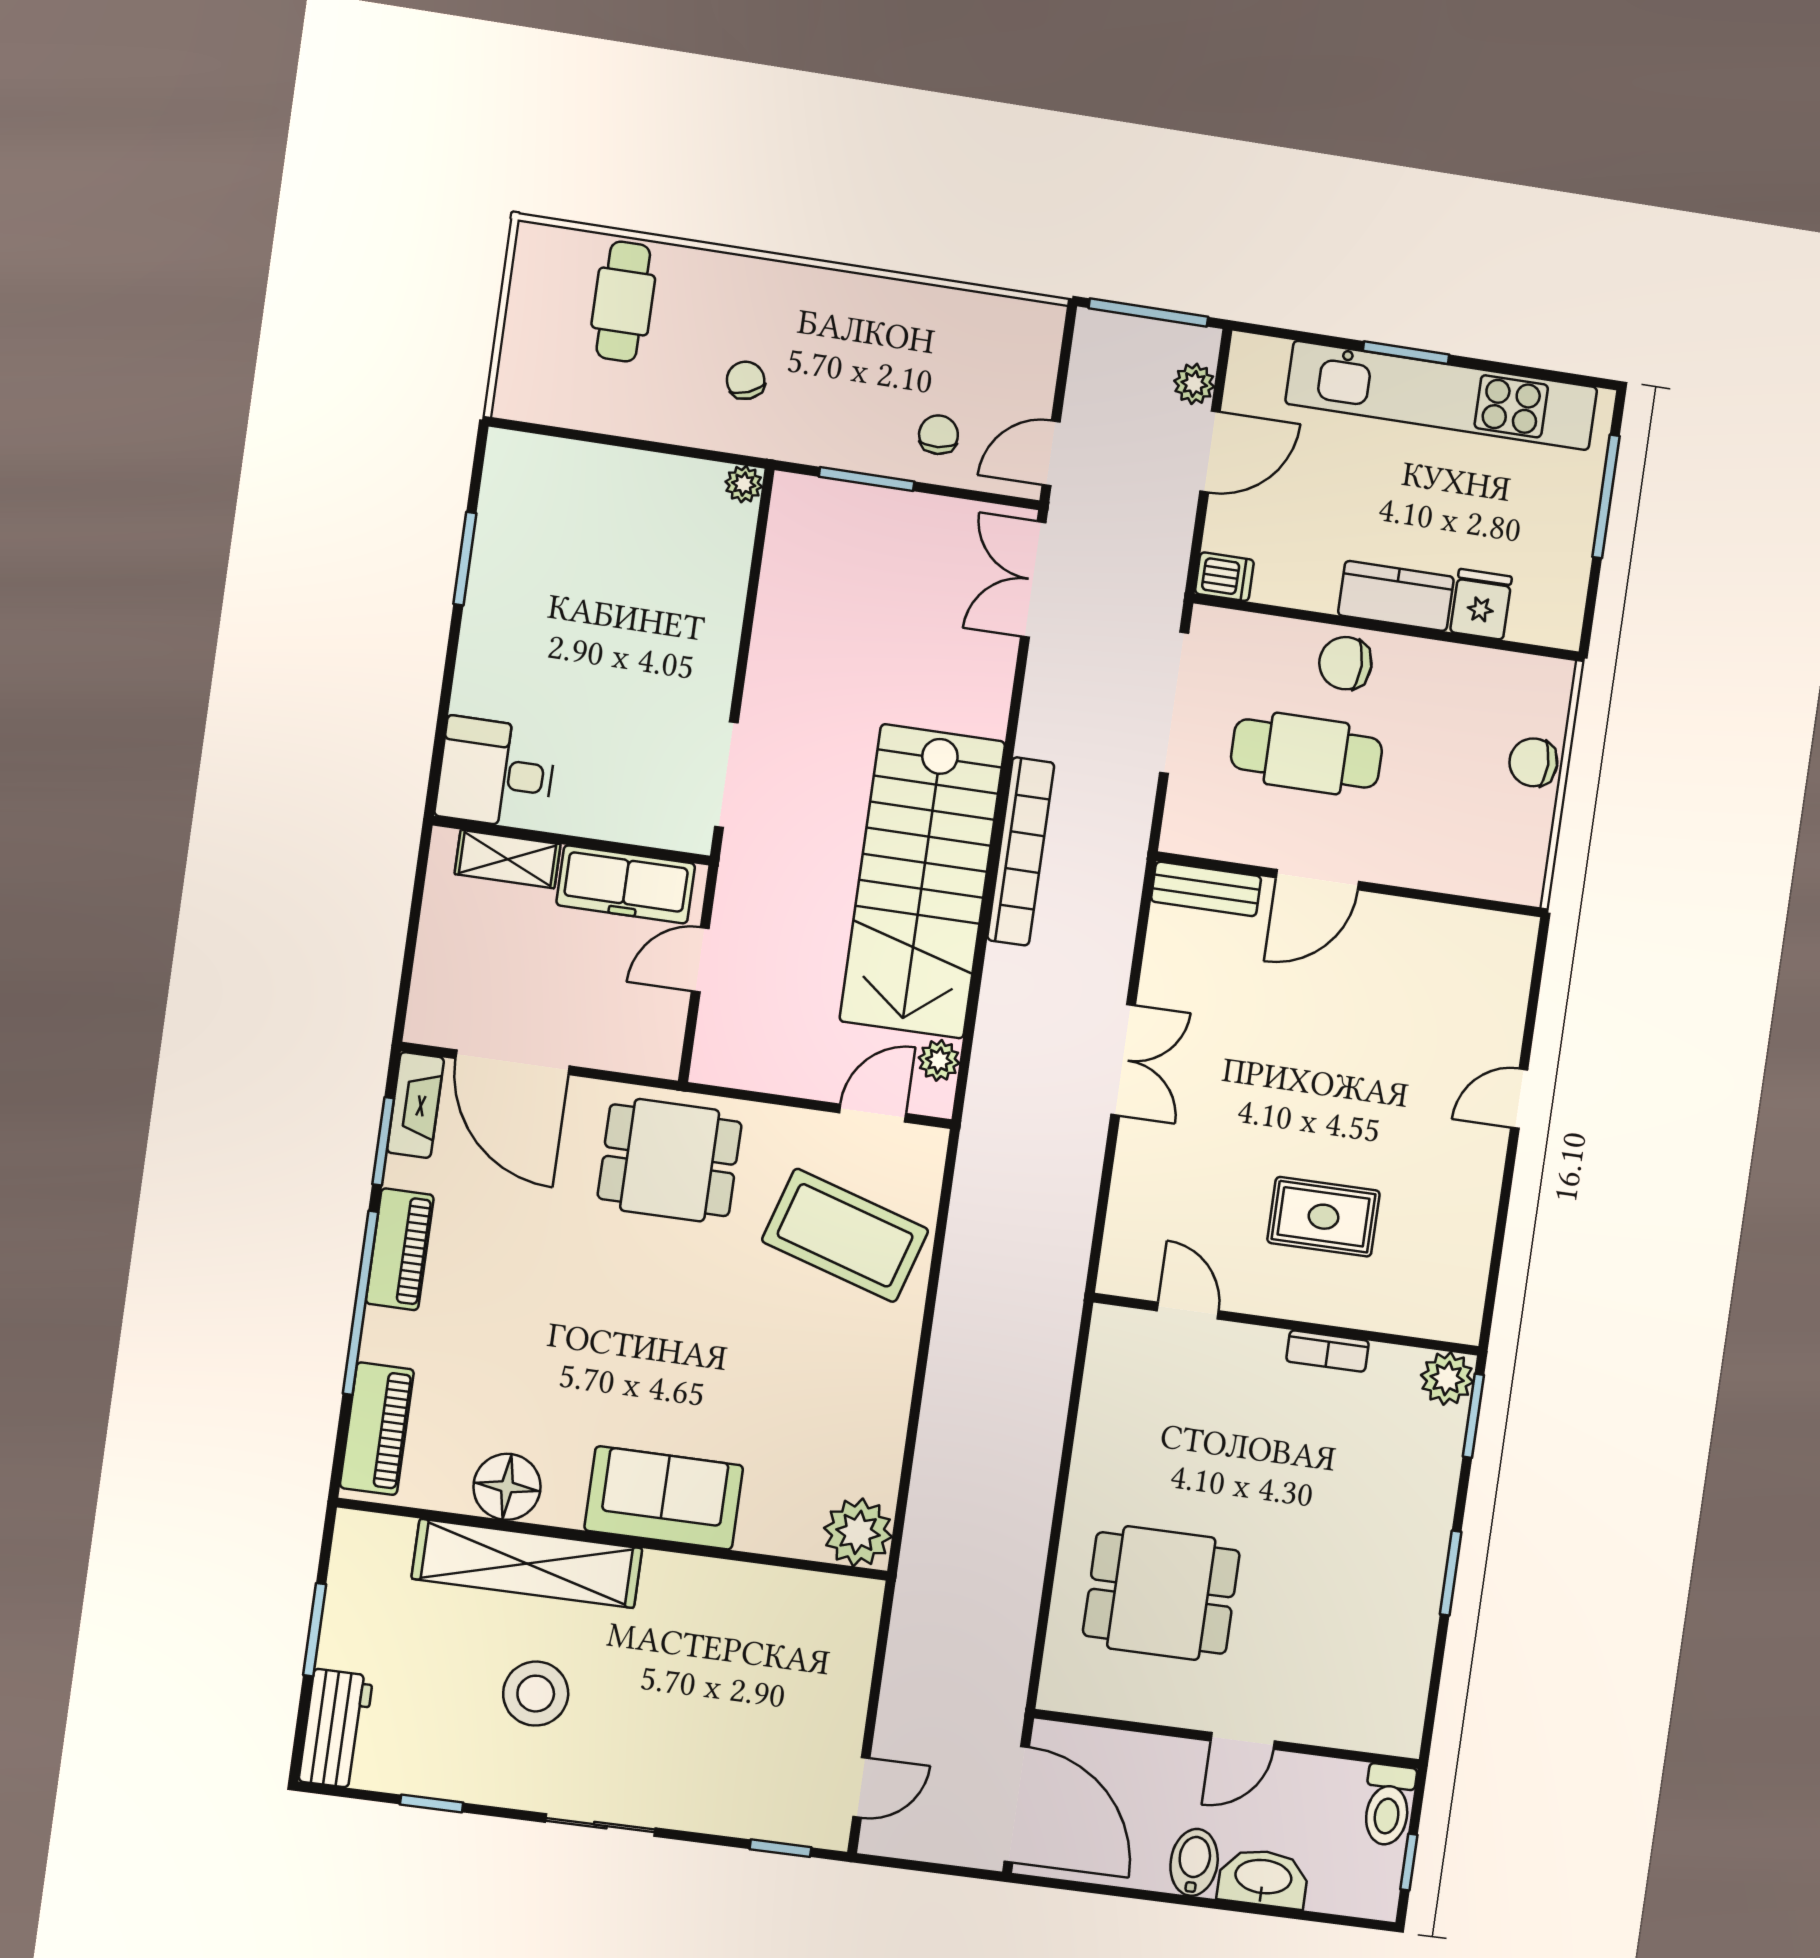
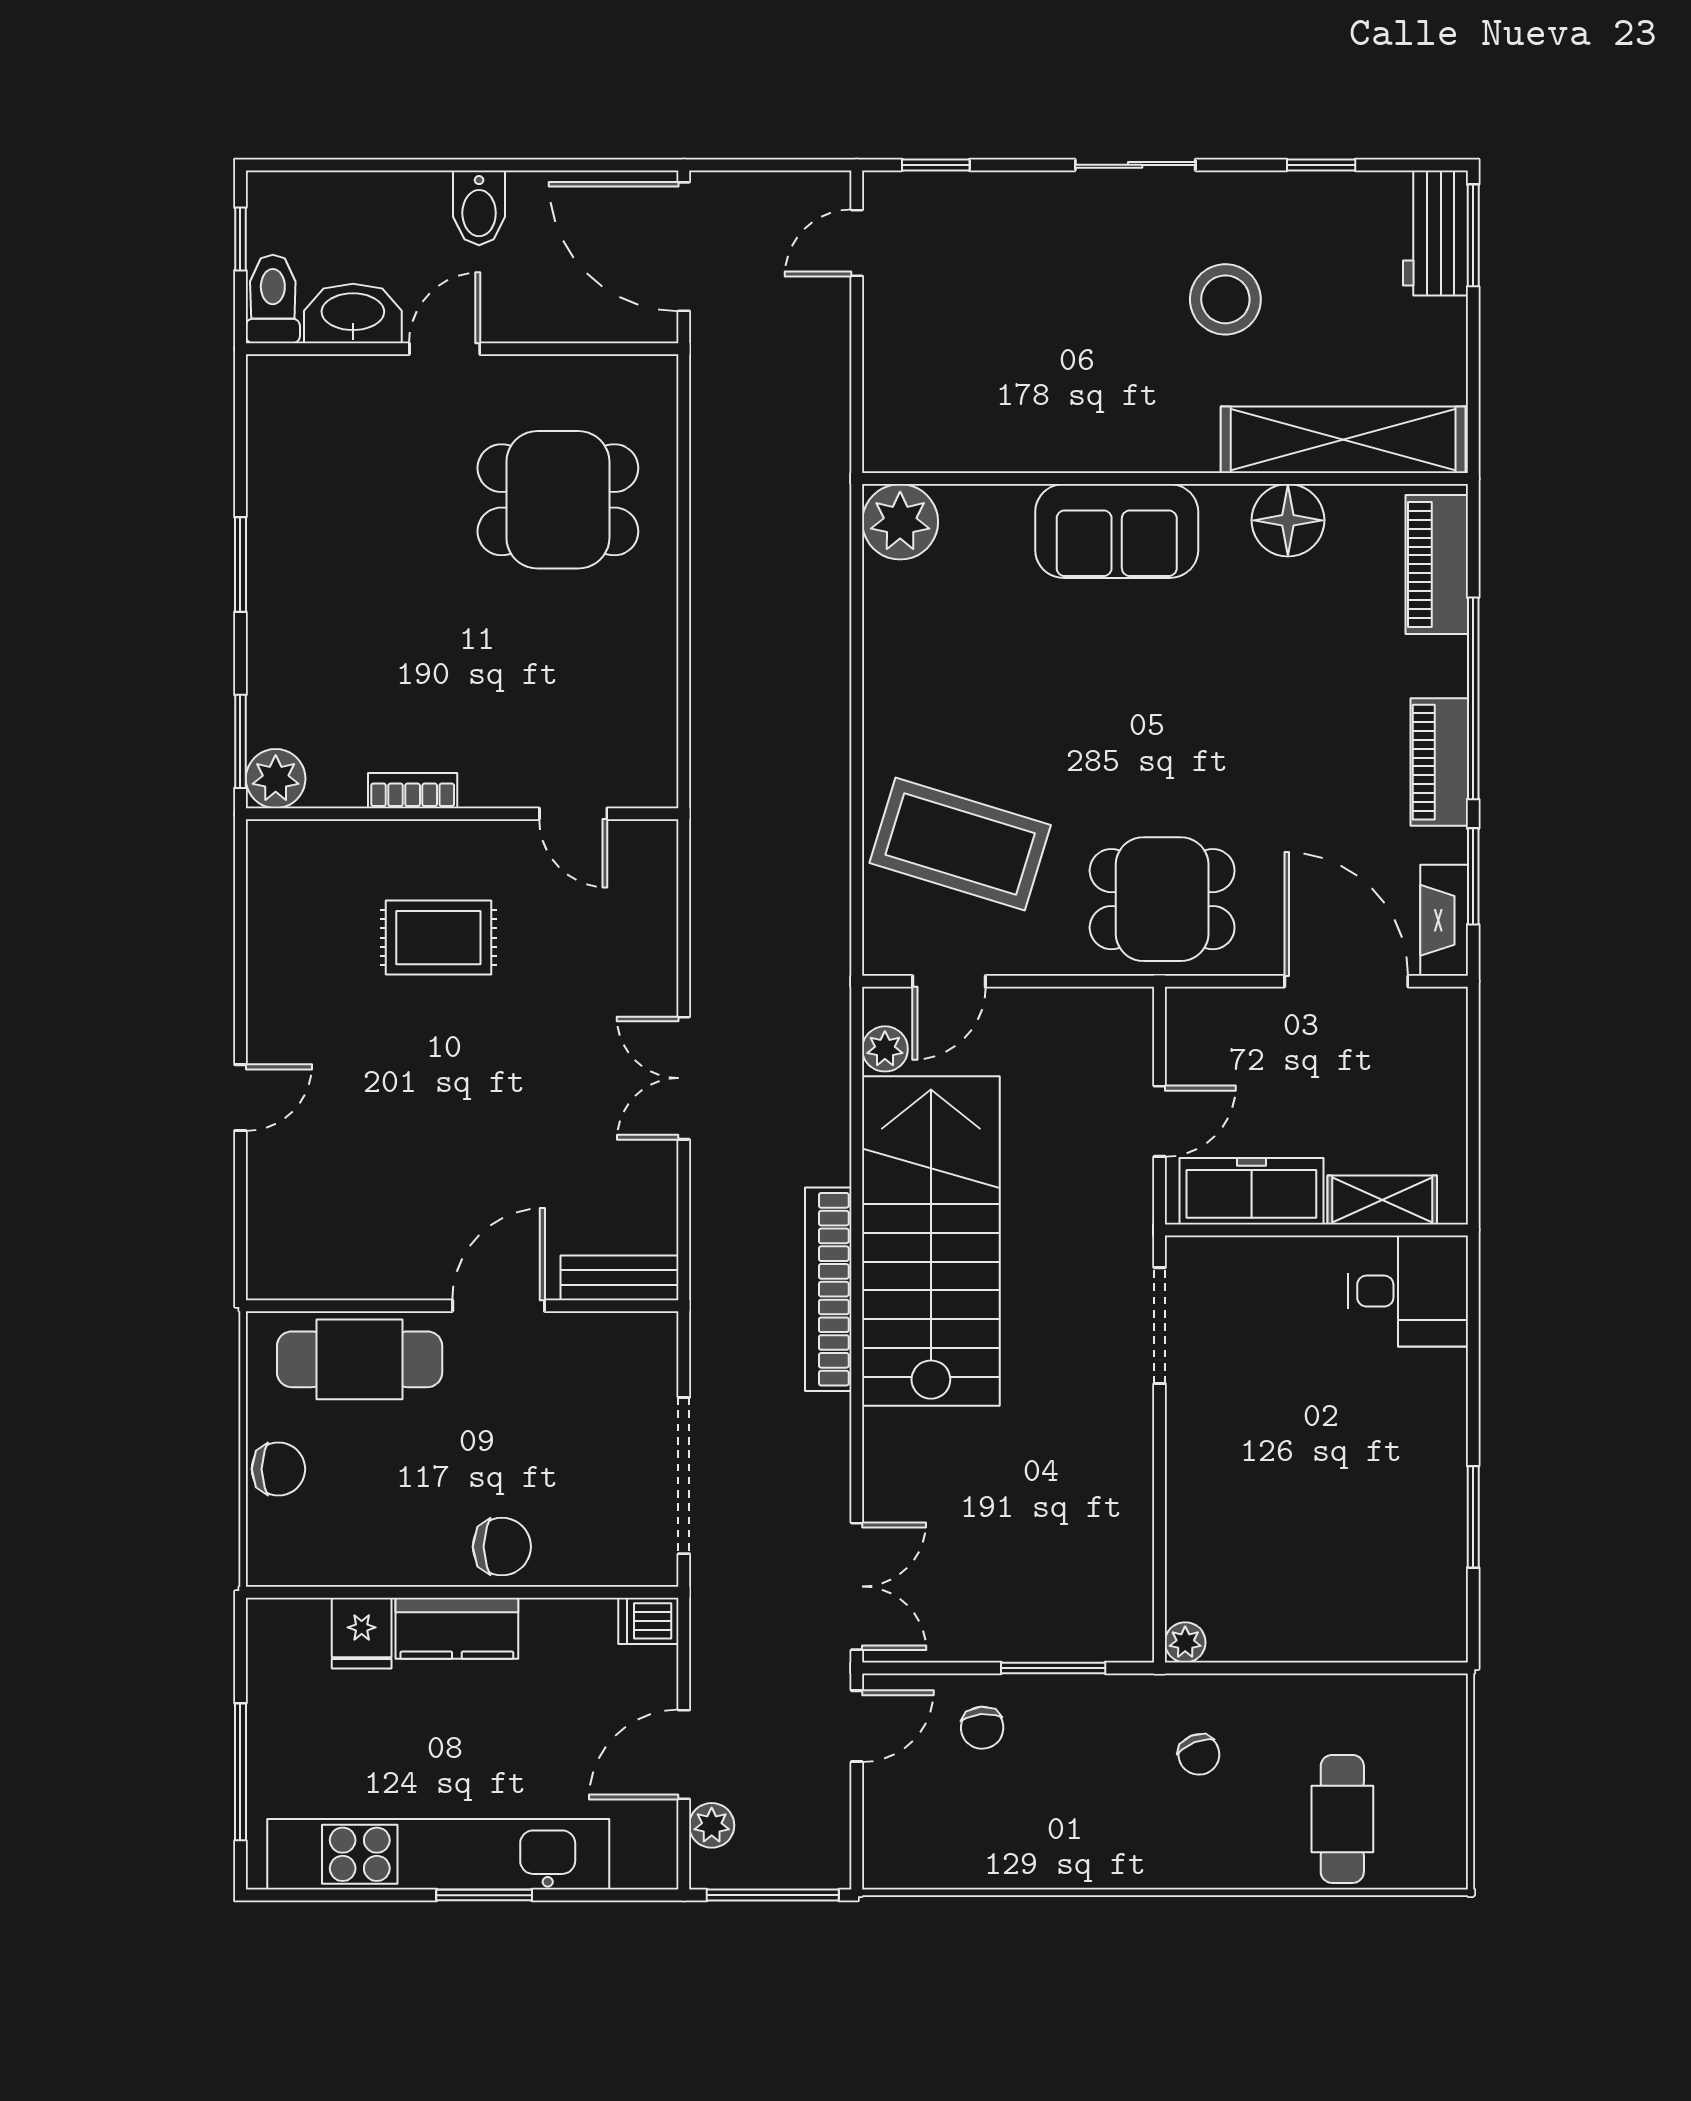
cafe table: (1306, 754) -> (360, 1359), moved
shelving: (527, 1563) -> (1343, 440), moved
window: (315, 1630) -> (1473, 235), moved
washbasin: (1263, 1878) -> (353, 314), moved, turned 180

